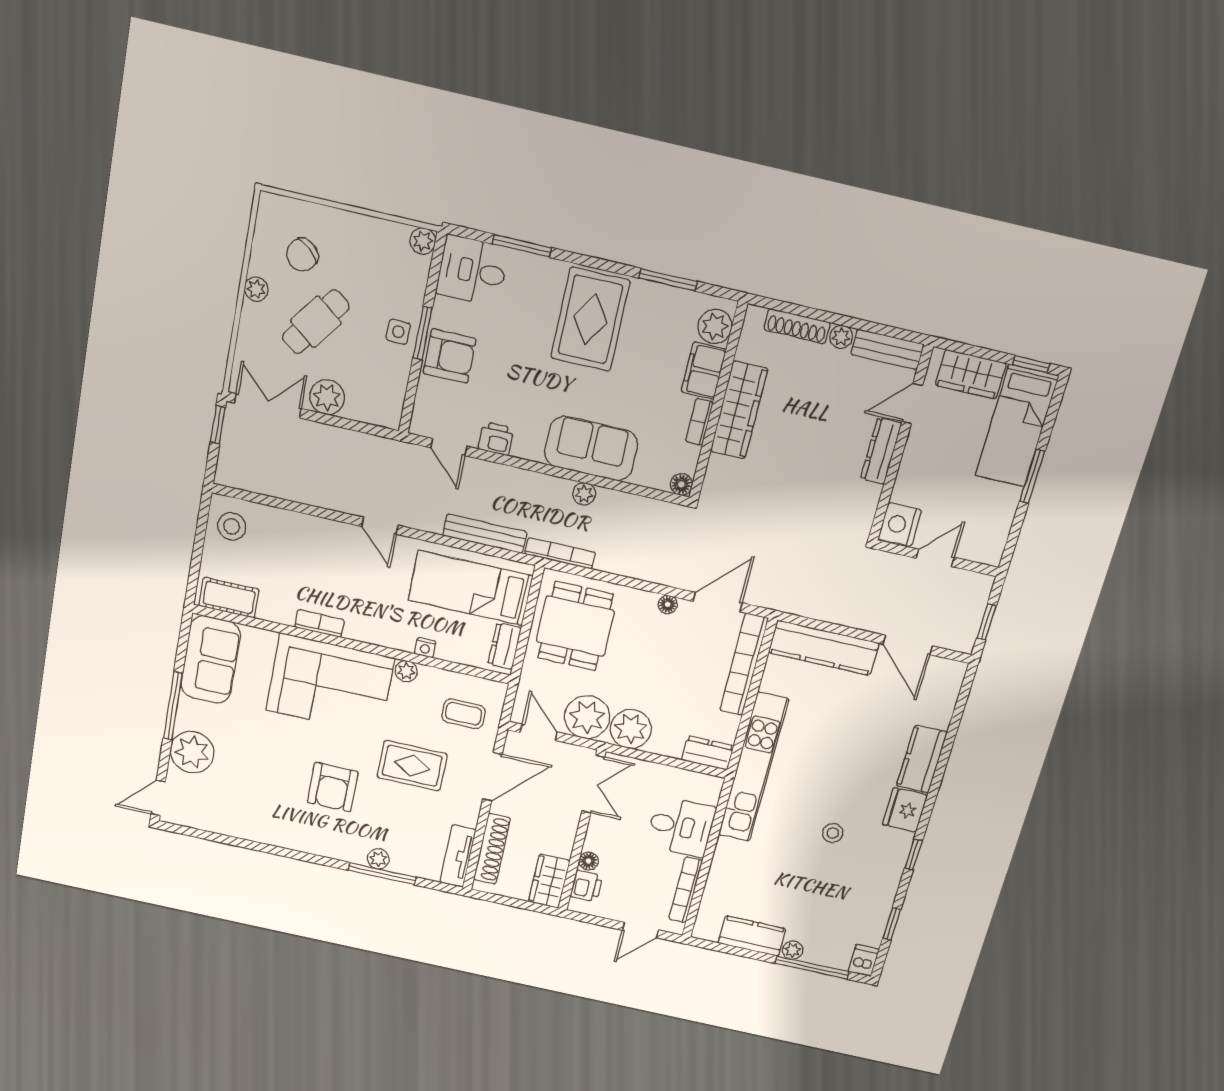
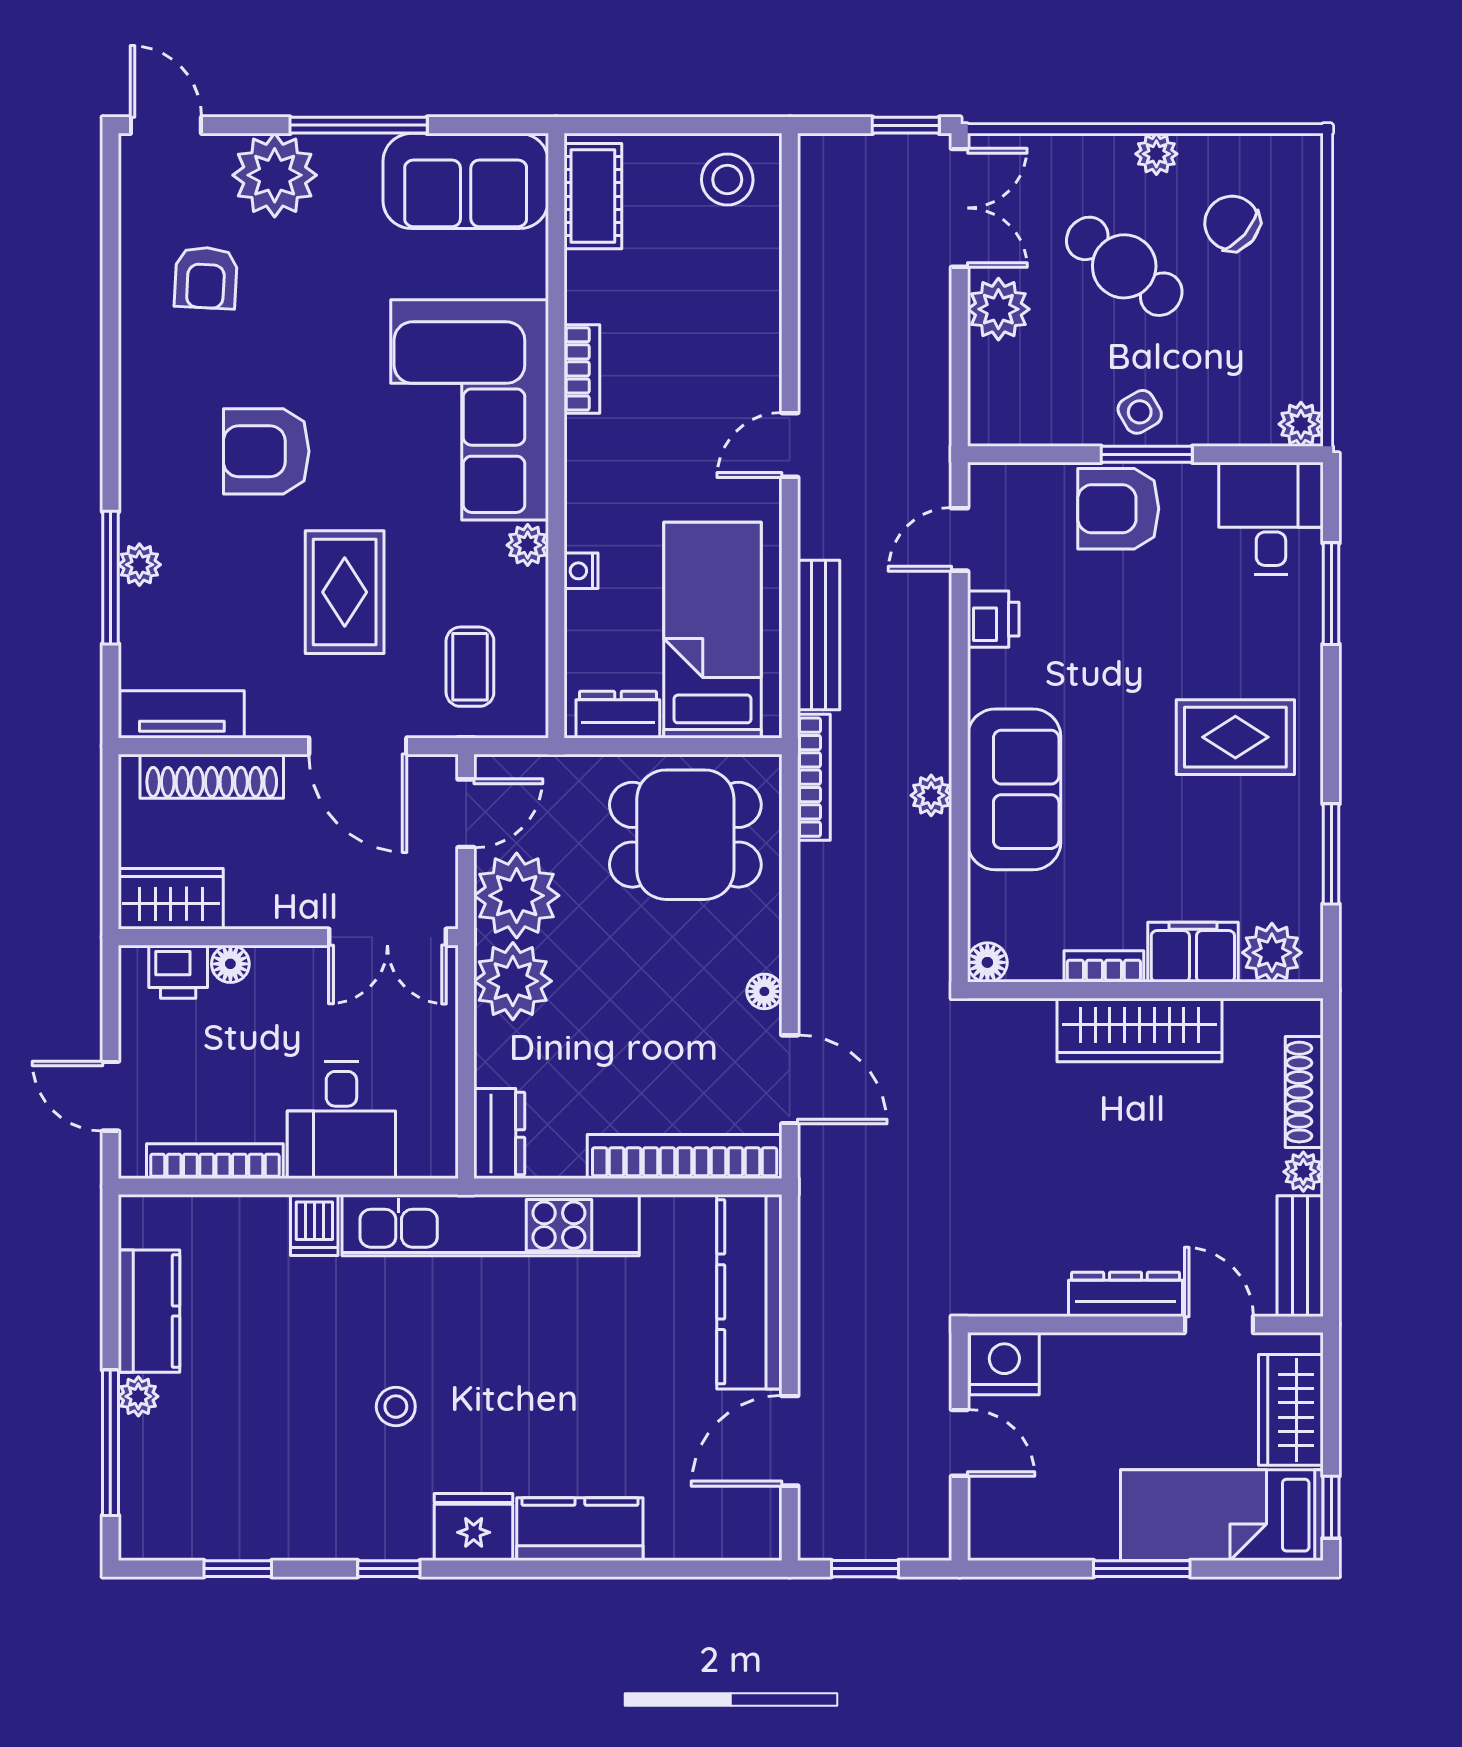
rug: (590, 319) -> (1235, 737), width x0.73, depth x0.70
side table: (398, 332) -> (1140, 412), turned -32
armchair: (450, 356) -> (1118, 509), turned 90
armchair: (239, 796) -> (206, 278), added
dishwasher: (864, 960) -> (314, 1225), moved, turned 90

